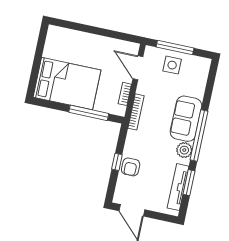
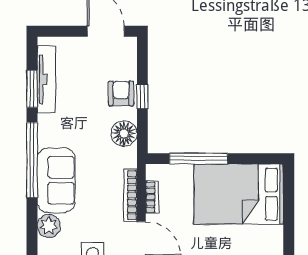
bookcase: (136, 112) -> (130, 195), moved
floor lamp: (134, 140) -> (124, 134), added
plant: (184, 150) -> (49, 226), moved

